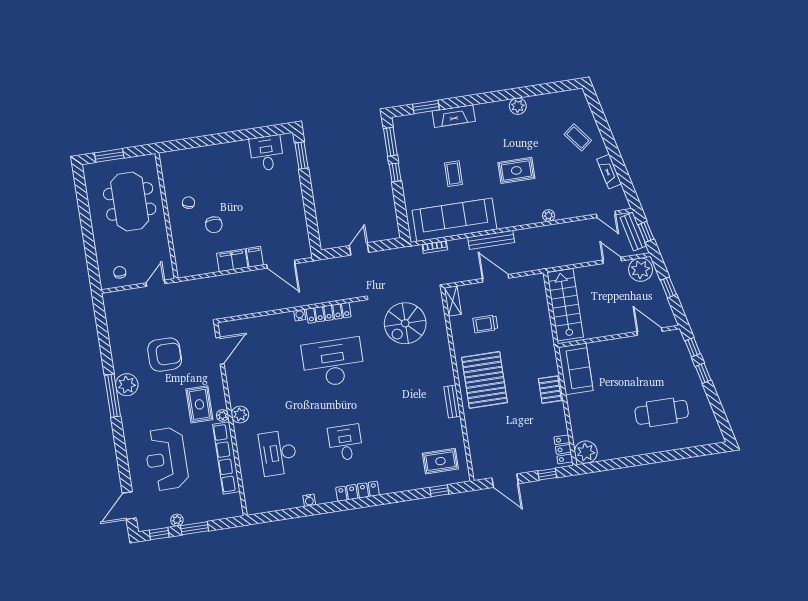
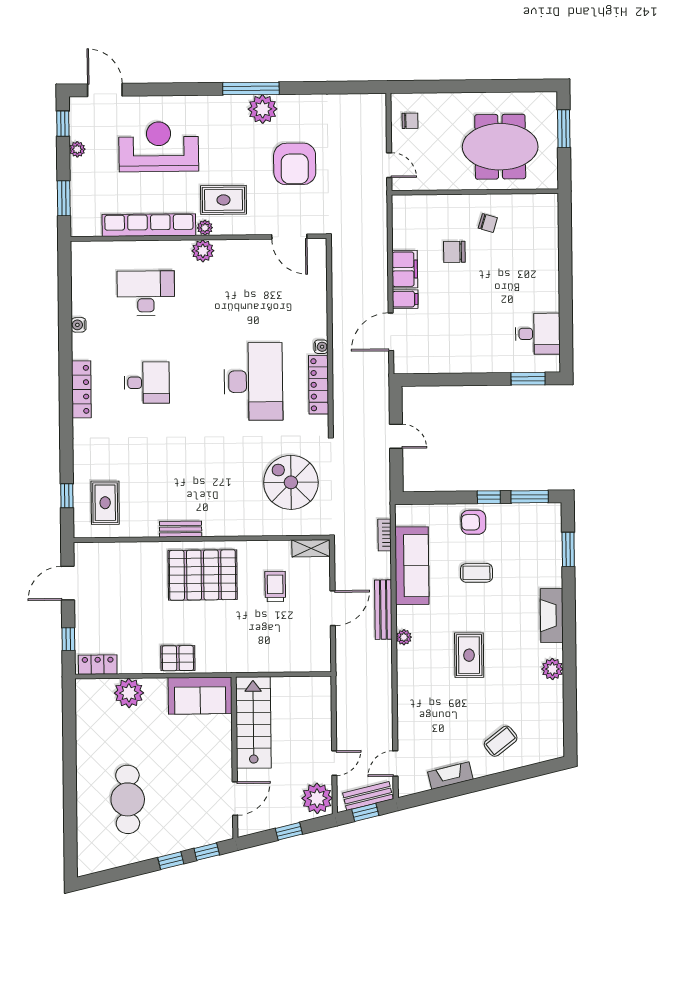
fireplace: (454, 116) -> (552, 615), moved
armchair: (416, 181) -> (473, 522), added
plant: (549, 216) -> (404, 637), moved
sofa: (454, 220) -> (412, 566), width x0.74, depth x0.79
stairs: (565, 305) -> (253, 722), moved, turned -90
plant: (586, 452) -> (129, 693), moved
window: (195, 528) -> (64, 198), moved

